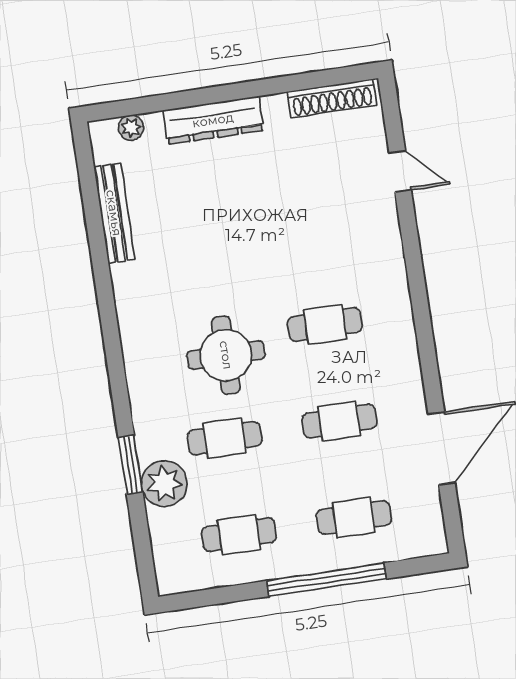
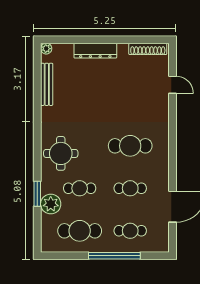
plant: (131, 128) -> (46, 49), moved
cafe table: (325, 324) -> (130, 146), width x1.37, depth x1.35
round table: (226, 355) -> (61, 153), moved
cafe table: (239, 535) -> (80, 231), width x1.37, depth x1.35

